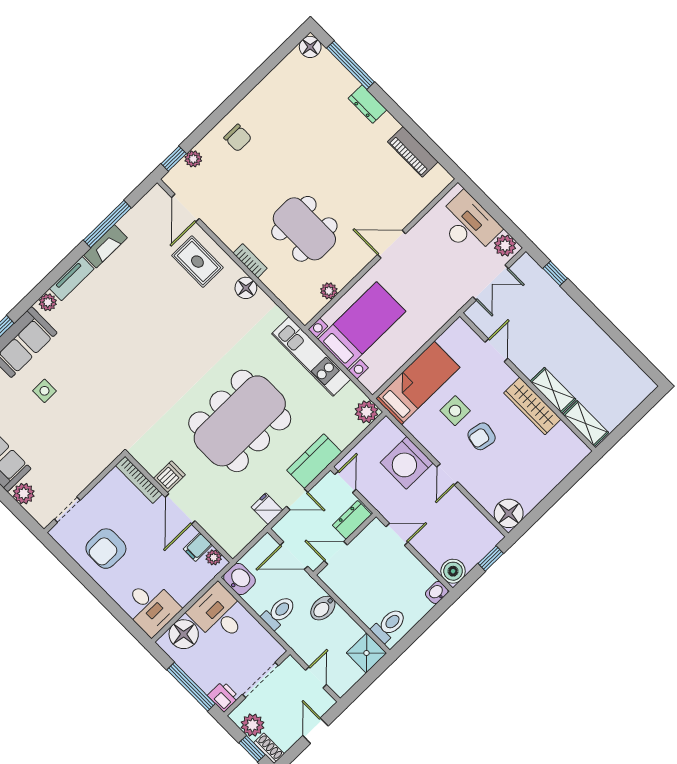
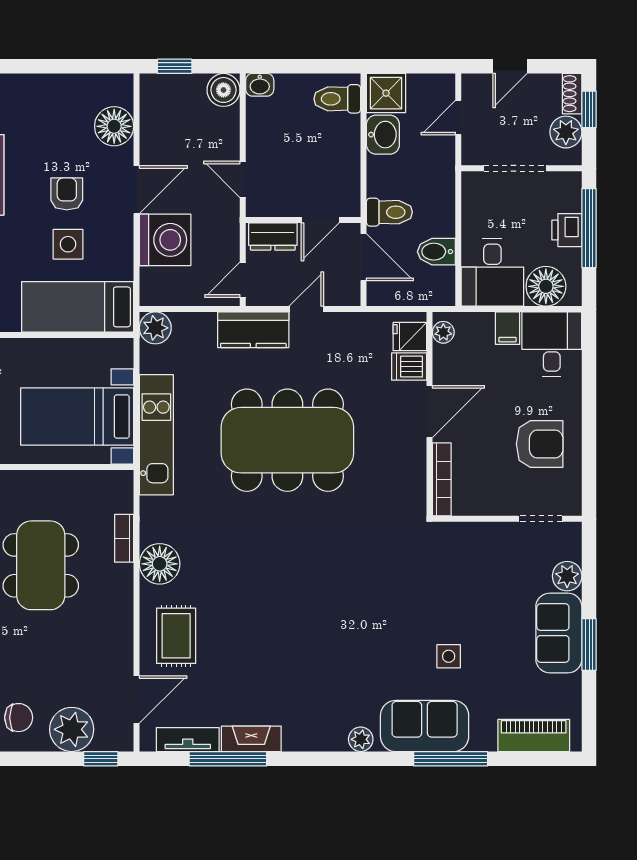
chair: (238, 138) -> (19, 718), turned 90
plant: (193, 159) -> (72, 729), width x1.88, depth x1.88
bookcase: (250, 261) -> (124, 538), moved
tv unit: (72, 279) -> (188, 740), moved
floor lamp: (246, 288) -> (160, 564), width x1.38, depth x1.38
plant: (329, 291) -> (76, 482), removed
armchair: (482, 436) -> (67, 194), turned -101
door: (447, 474) -> (137, 190), width x1.38
dishwasher: (169, 477) -> (409, 367), moved
door: (297, 499) -> (306, 309), hinge flipped
fridge: (267, 509) -> (410, 337), moved, turned 90
floor lamp: (509, 513) -> (114, 126), moved
filing cabinet: (198, 547) -> (507, 328), moved, turned 90
door: (336, 553) -> (320, 220), hinge flipped
washbasin: (239, 579) -> (383, 135), moved, turned 180
bidet: (323, 608) -> (436, 252), moved, turned 180
toilet: (279, 612) -> (389, 212), moved, turned 180
printer: (223, 696) -> (567, 230), moved

